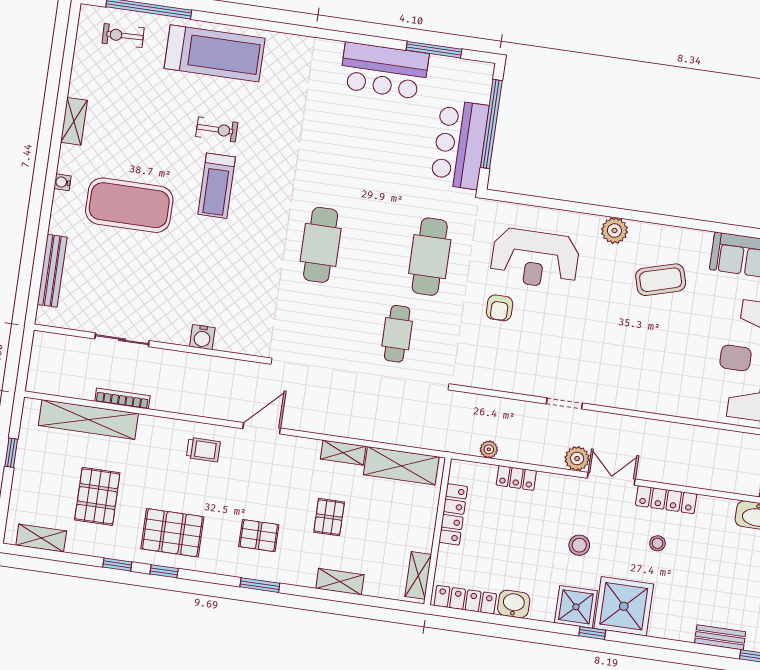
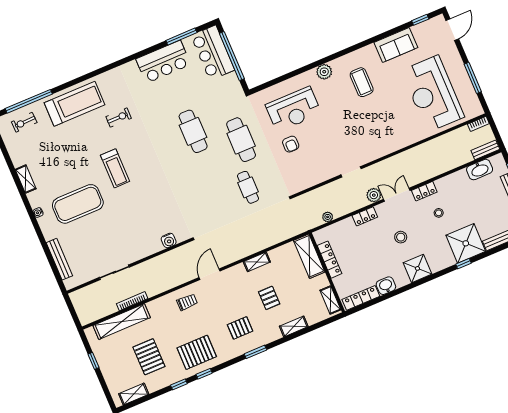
exercise bike: (217, 129) -> (119, 118), moved
bar counter: (460, 144) -> (213, 53), moved
cafe table: (321, 245) -> (193, 131), moved
coffee table: (661, 280) -> (362, 82), turned -74
water cooler: (202, 337) -> (169, 240), moved
shelving: (401, 466) -> (309, 256), moved, turned 90
locker: (516, 478) -> (365, 216), moved
locker: (666, 500) -> (424, 191), width x0.66
shower: (624, 606) -> (466, 243), moved
window: (592, 633) -> (464, 264), moved

